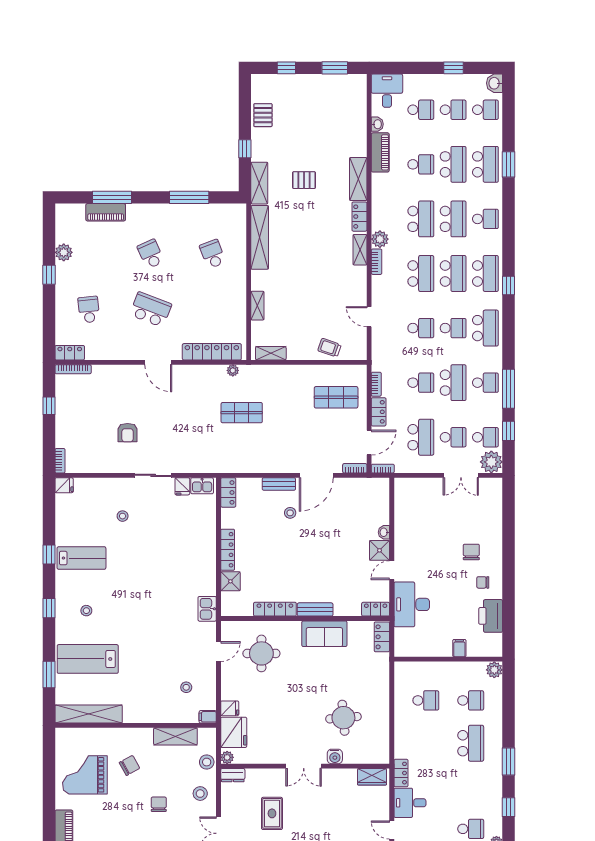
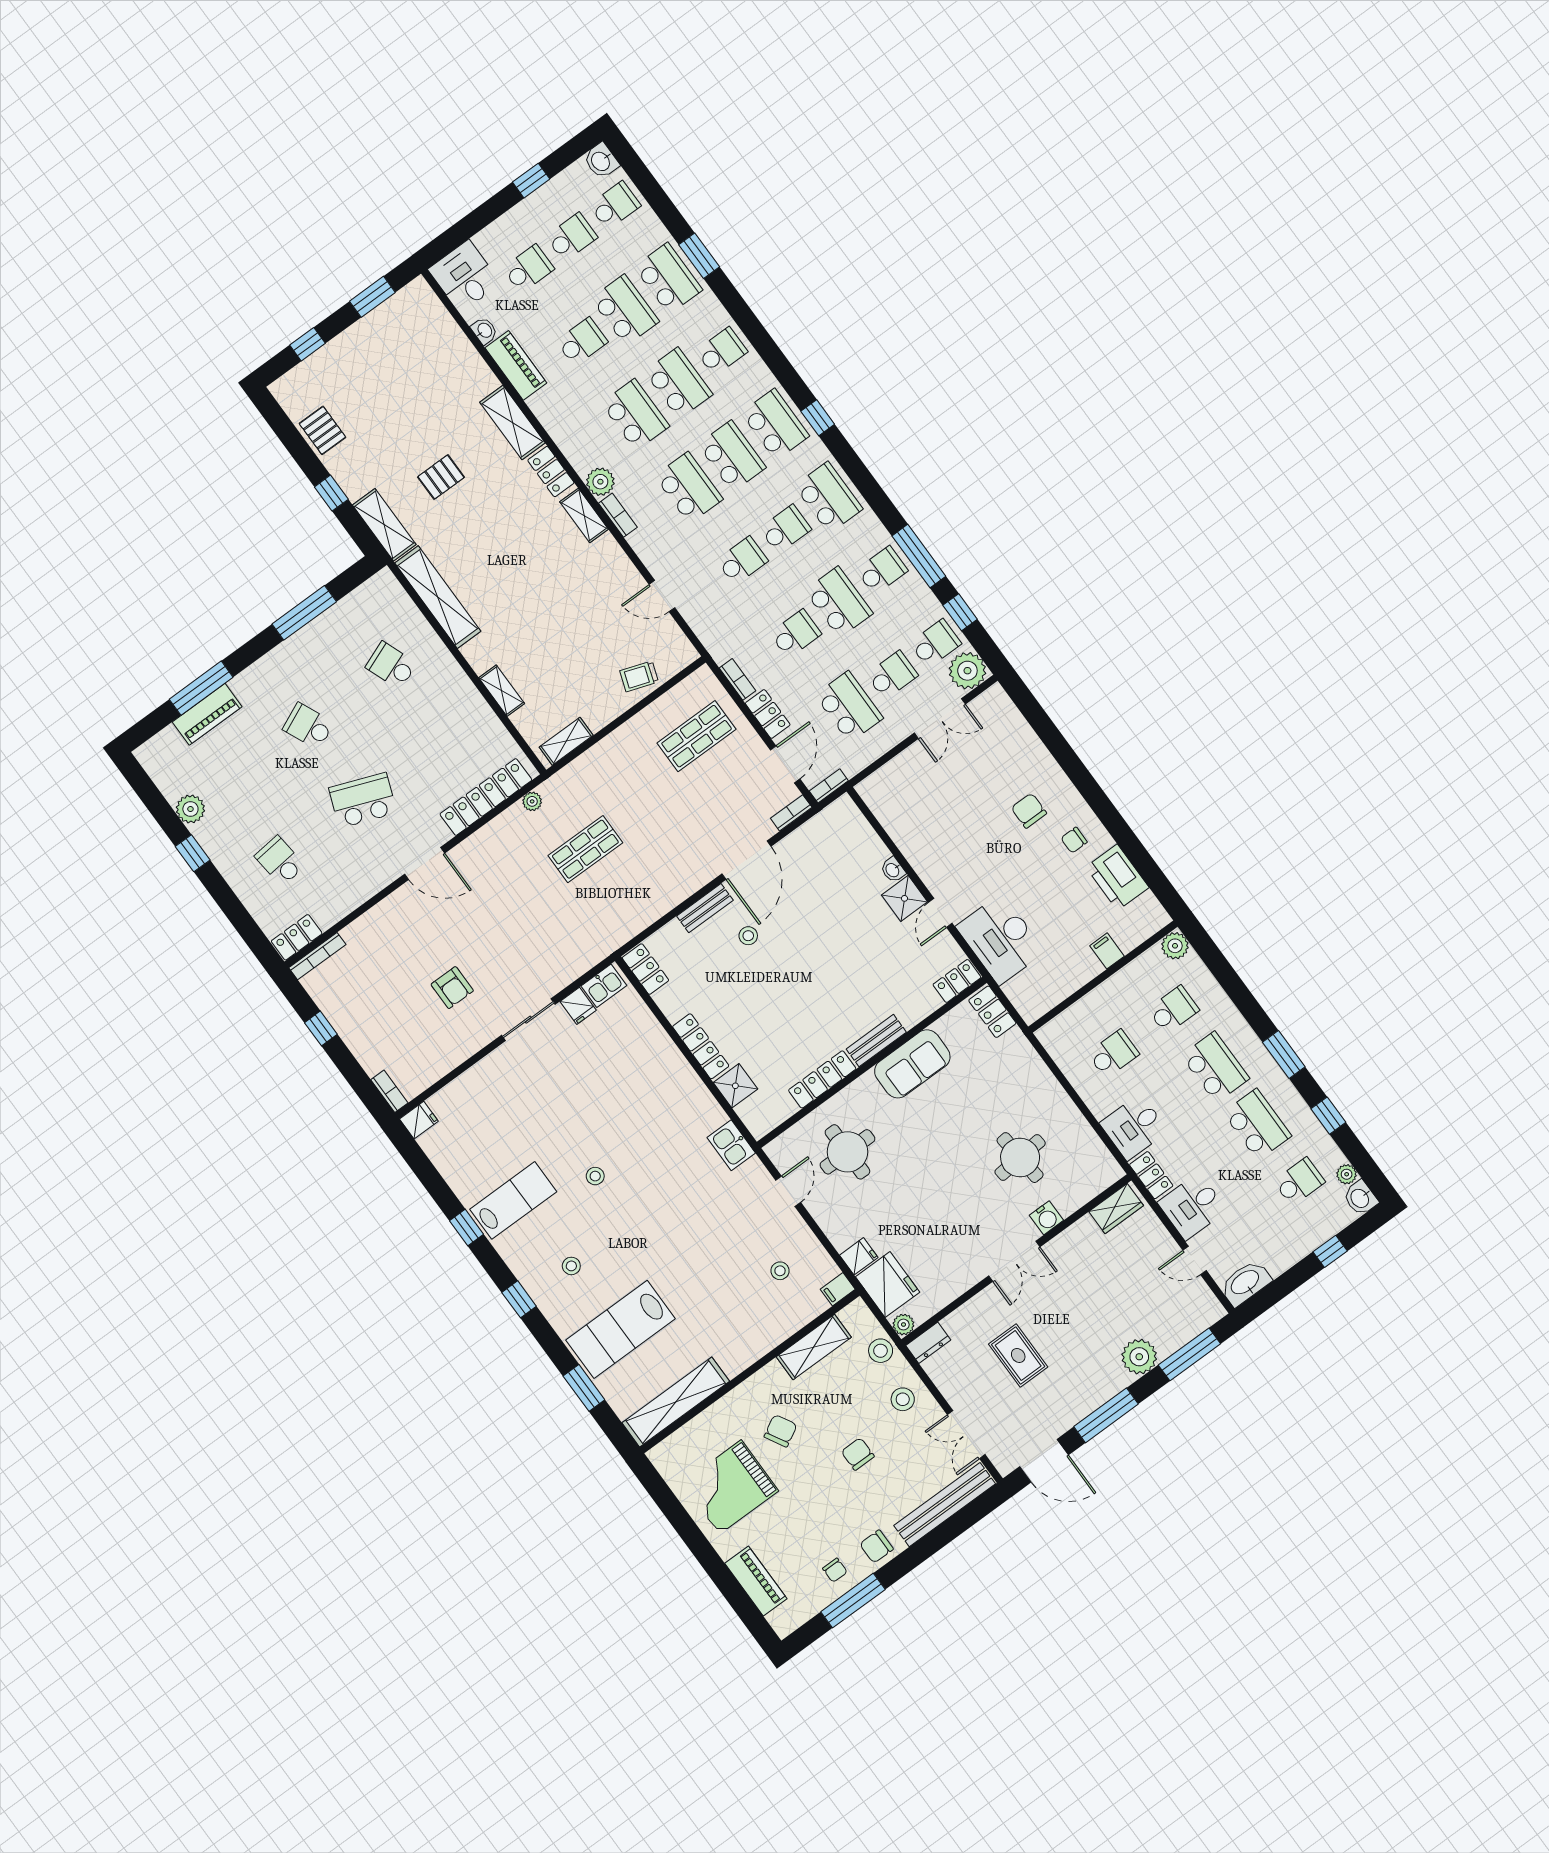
stool: (123, 516) -> (595, 1176), moved
desk: (410, 743) -> (1134, 1127), added
school desk: (471, 786) -> (1257, 1124), added

